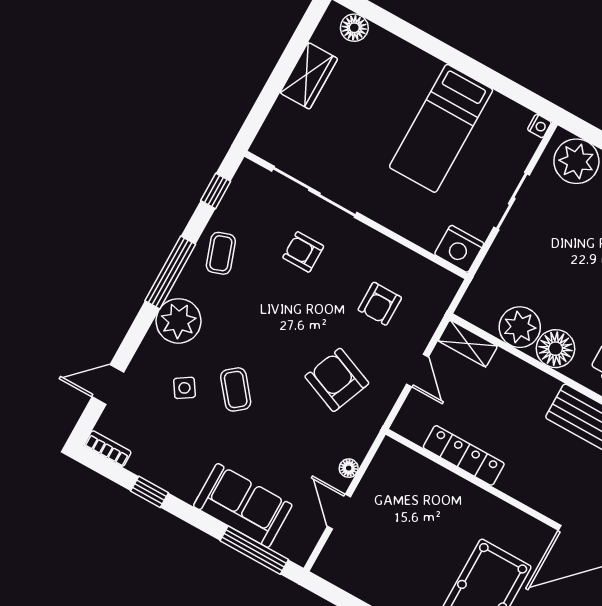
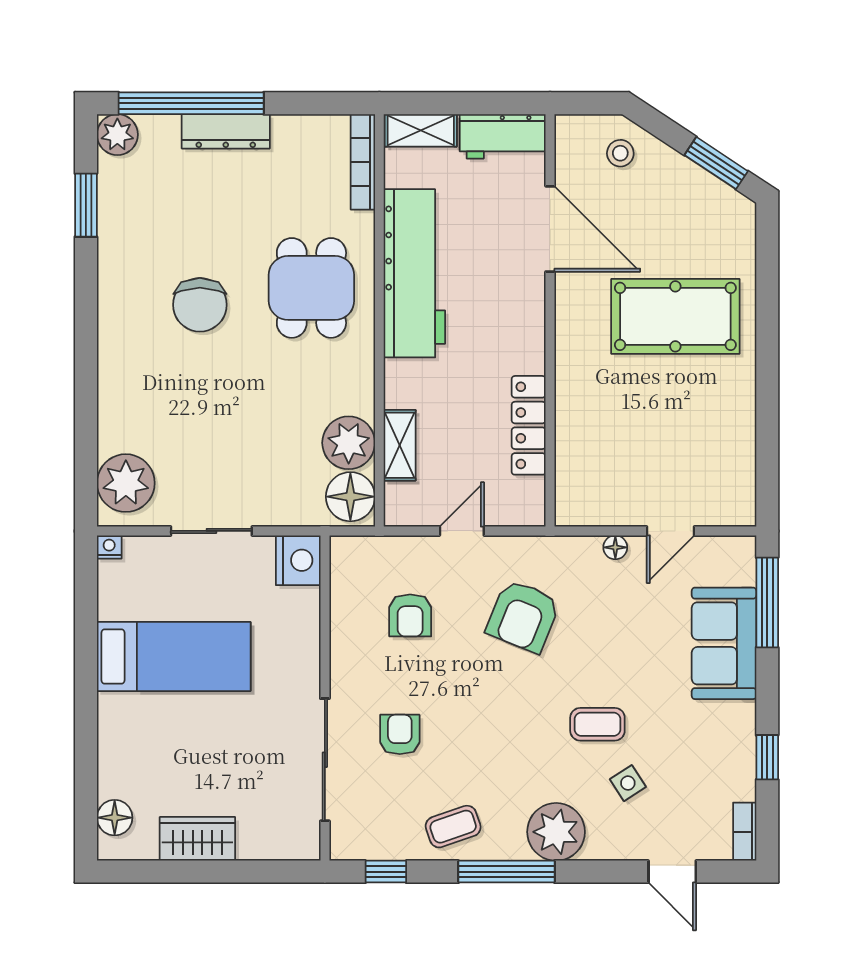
armchair: (303, 252) -> (400, 734), turned 180
armchair: (380, 304) -> (410, 615), turned 90
shelving: (468, 343) -> (400, 445), moved
floor lamp: (556, 349) -> (350, 497), moved
coffee table: (236, 389) -> (597, 724), turned 39

